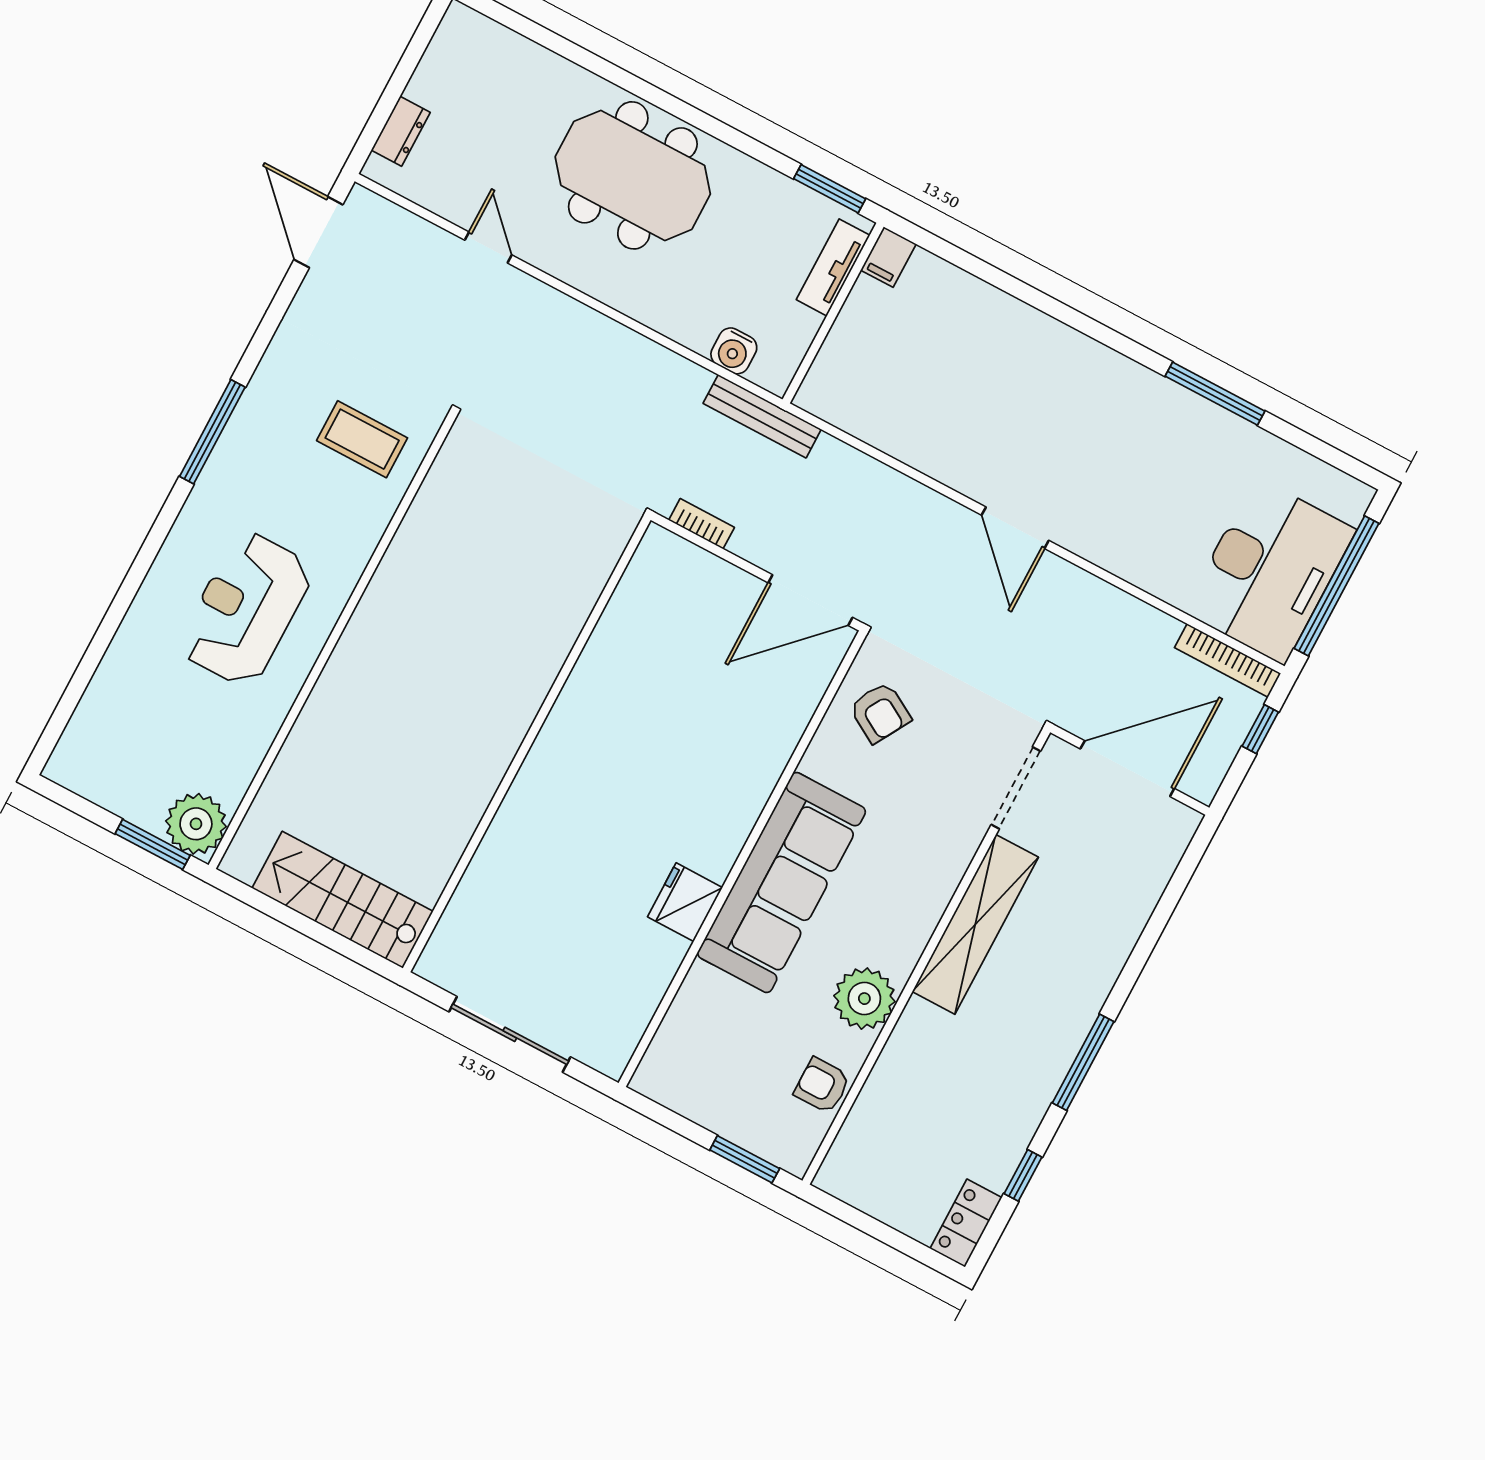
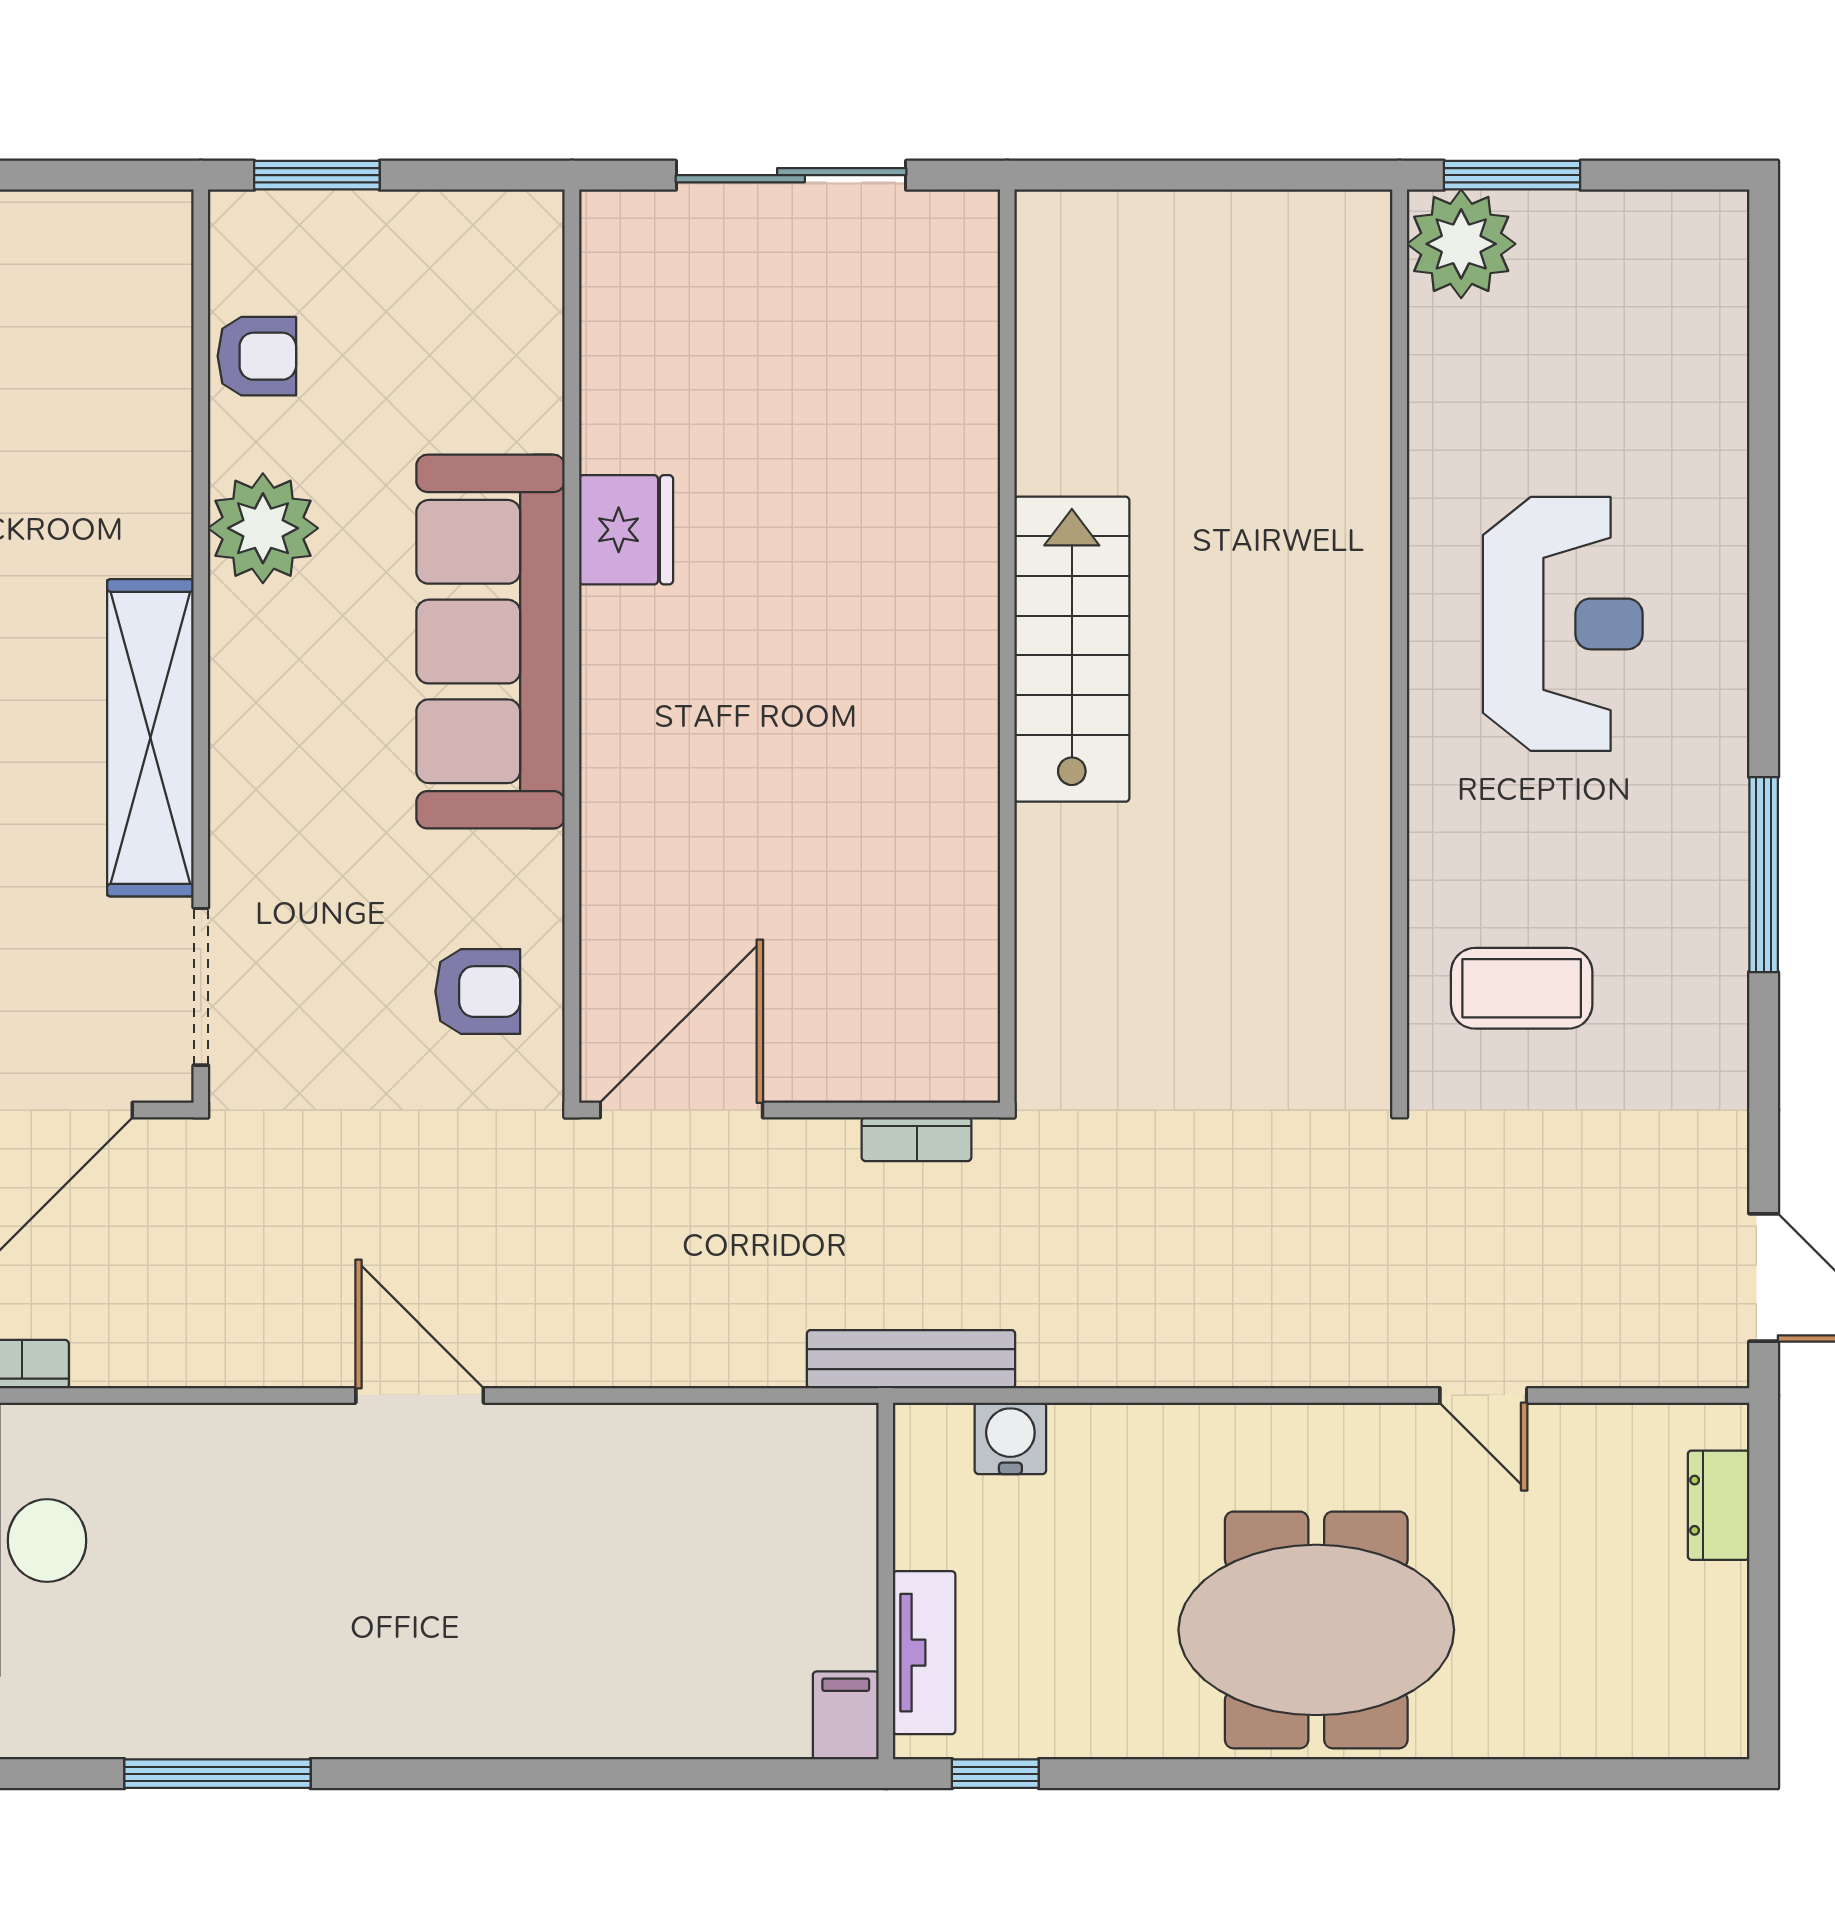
window: (830, 189) -> (995, 1774), width x0.67
armchair: (880, 712) -> (478, 992), turned 150
stairs: (343, 900) -> (1072, 649), moved, turned -90

